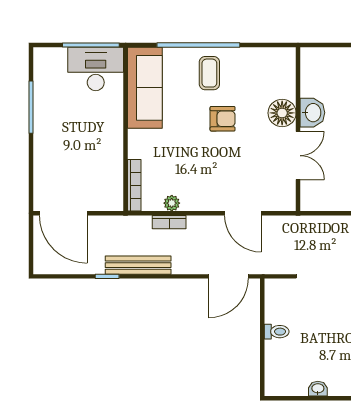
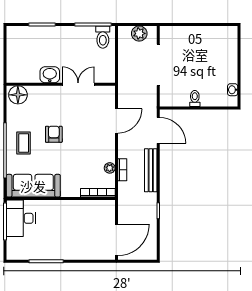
coffee table: (209, 73) -> (24, 143), turned 90
floor lamp: (282, 113) -> (18, 95), moved
bench: (138, 265) -> (151, 170), moved
washbasin: (318, 389) -> (233, 90), moved

